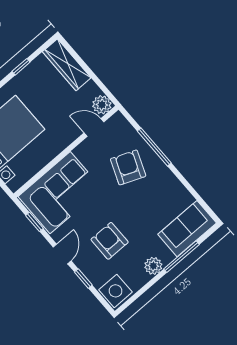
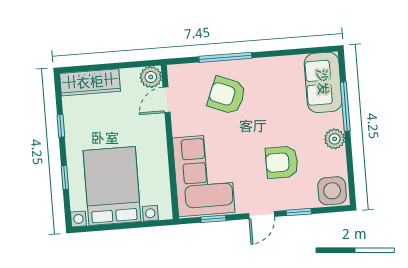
door: (62, 254) -> (262, 215), swing flipped

